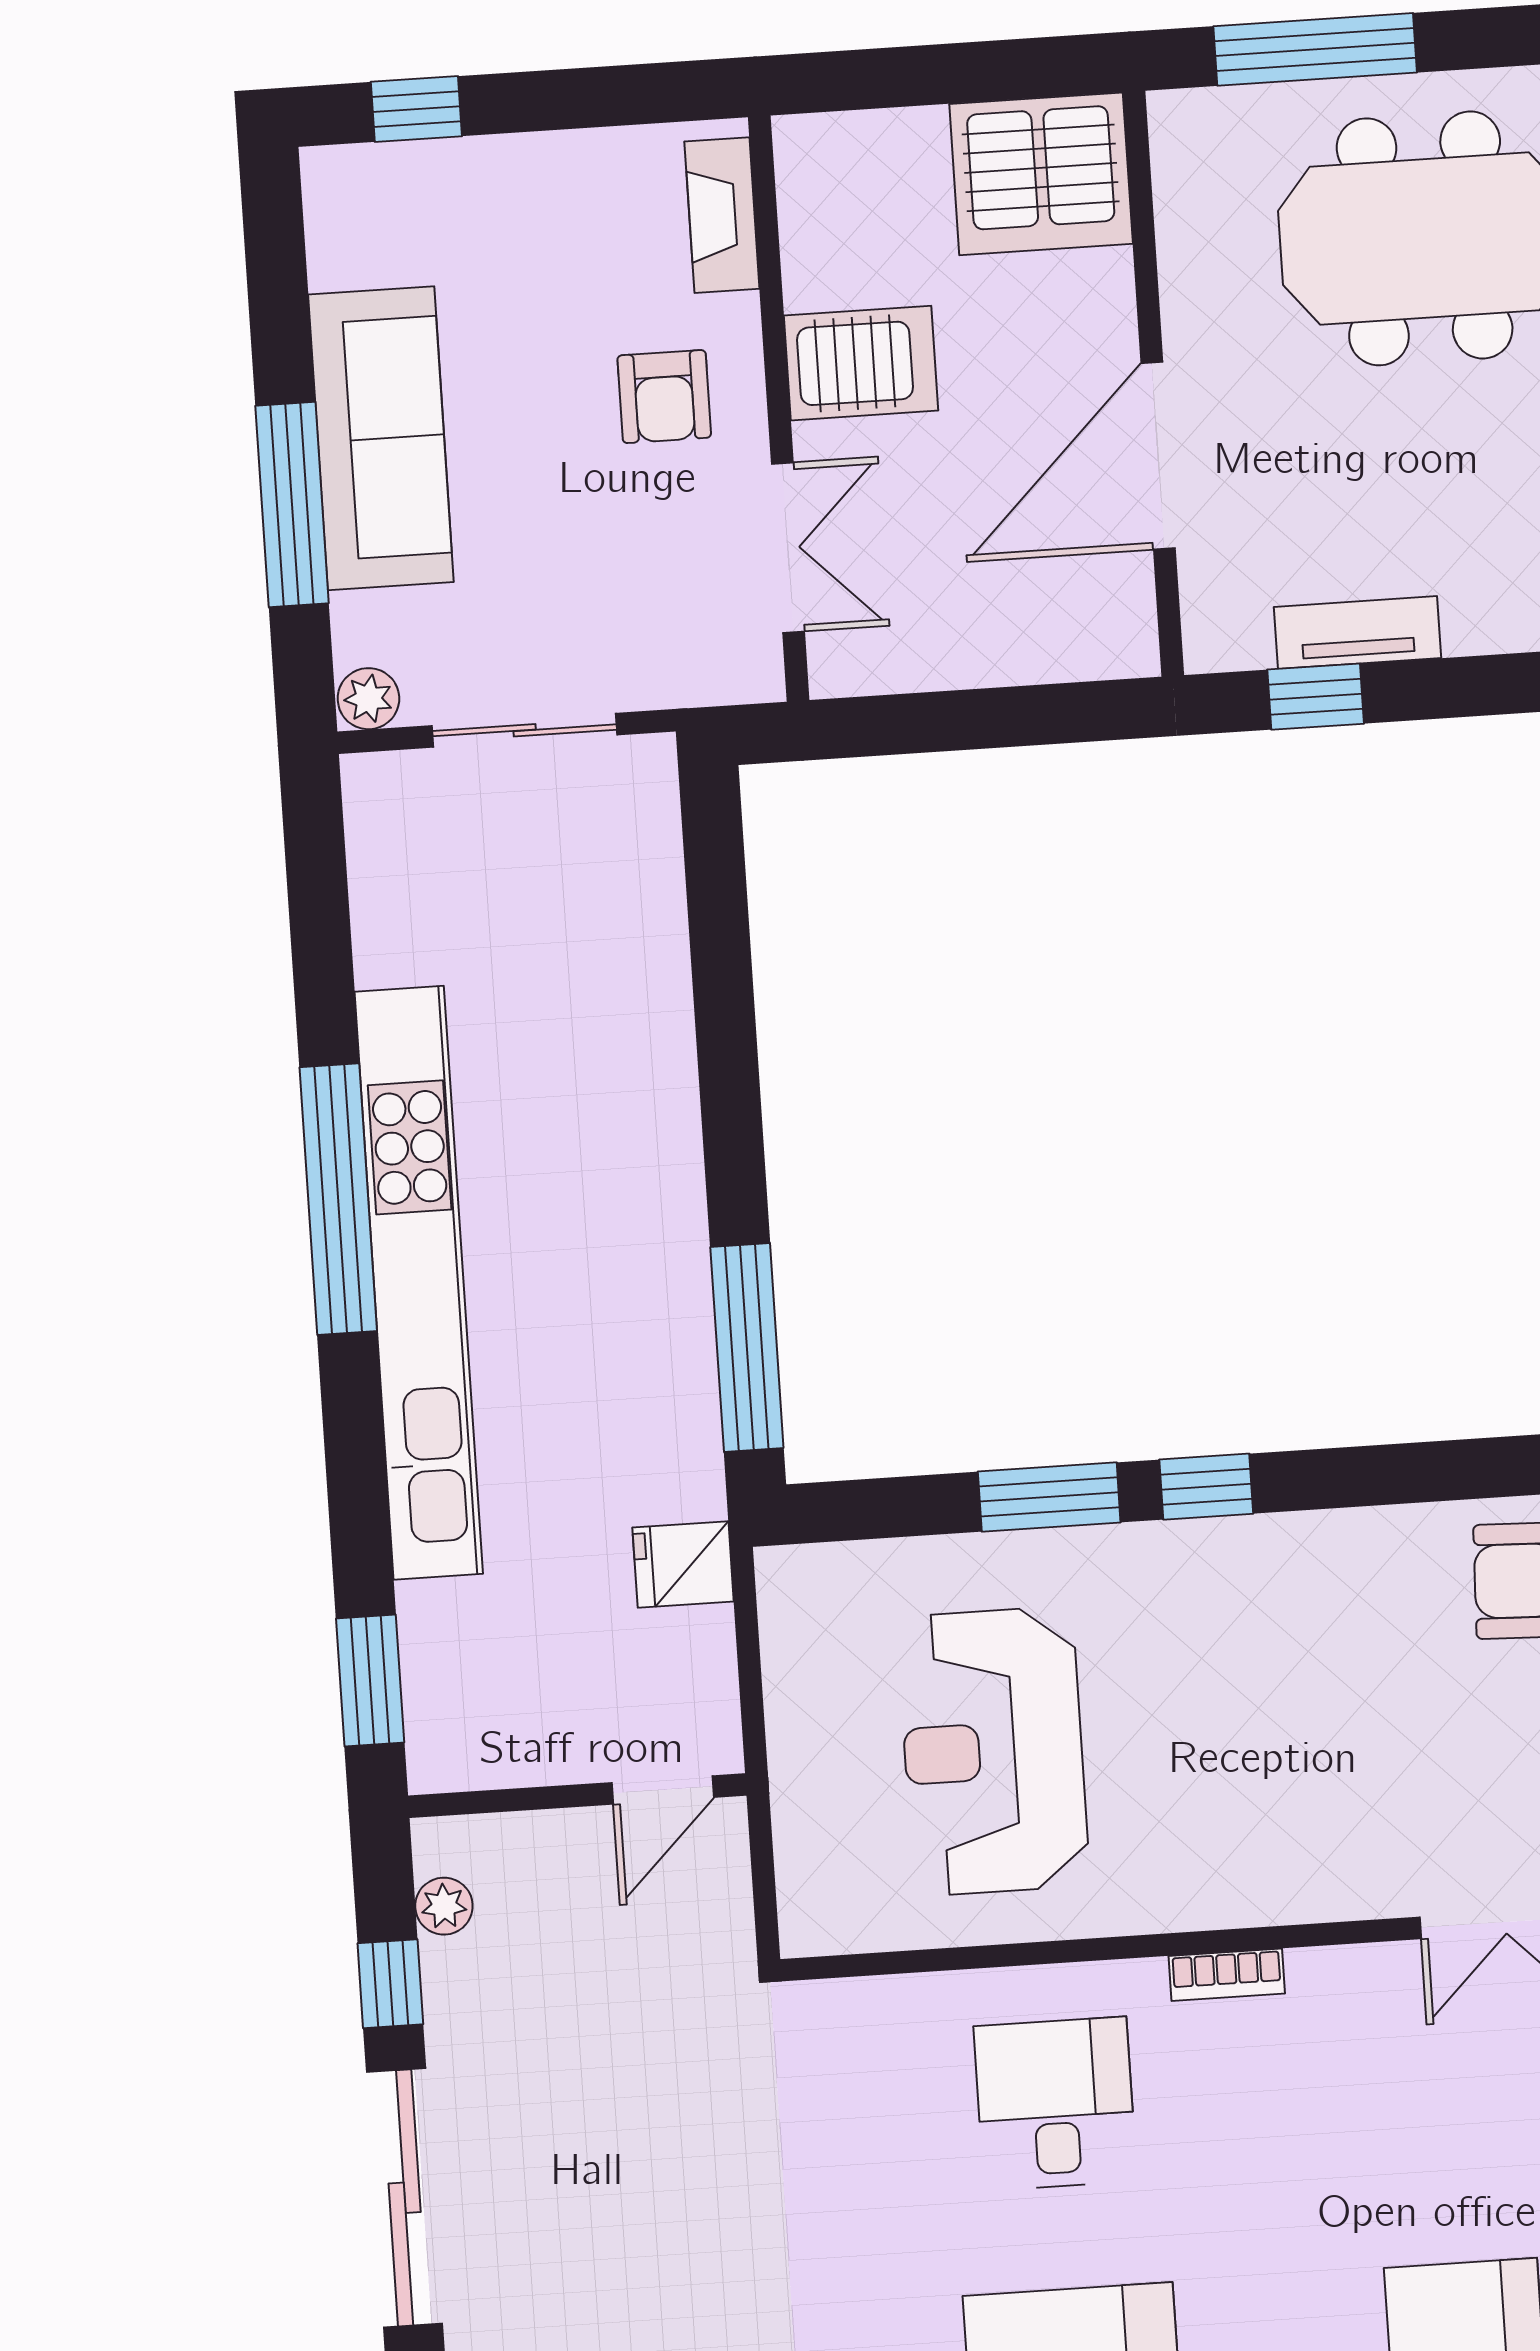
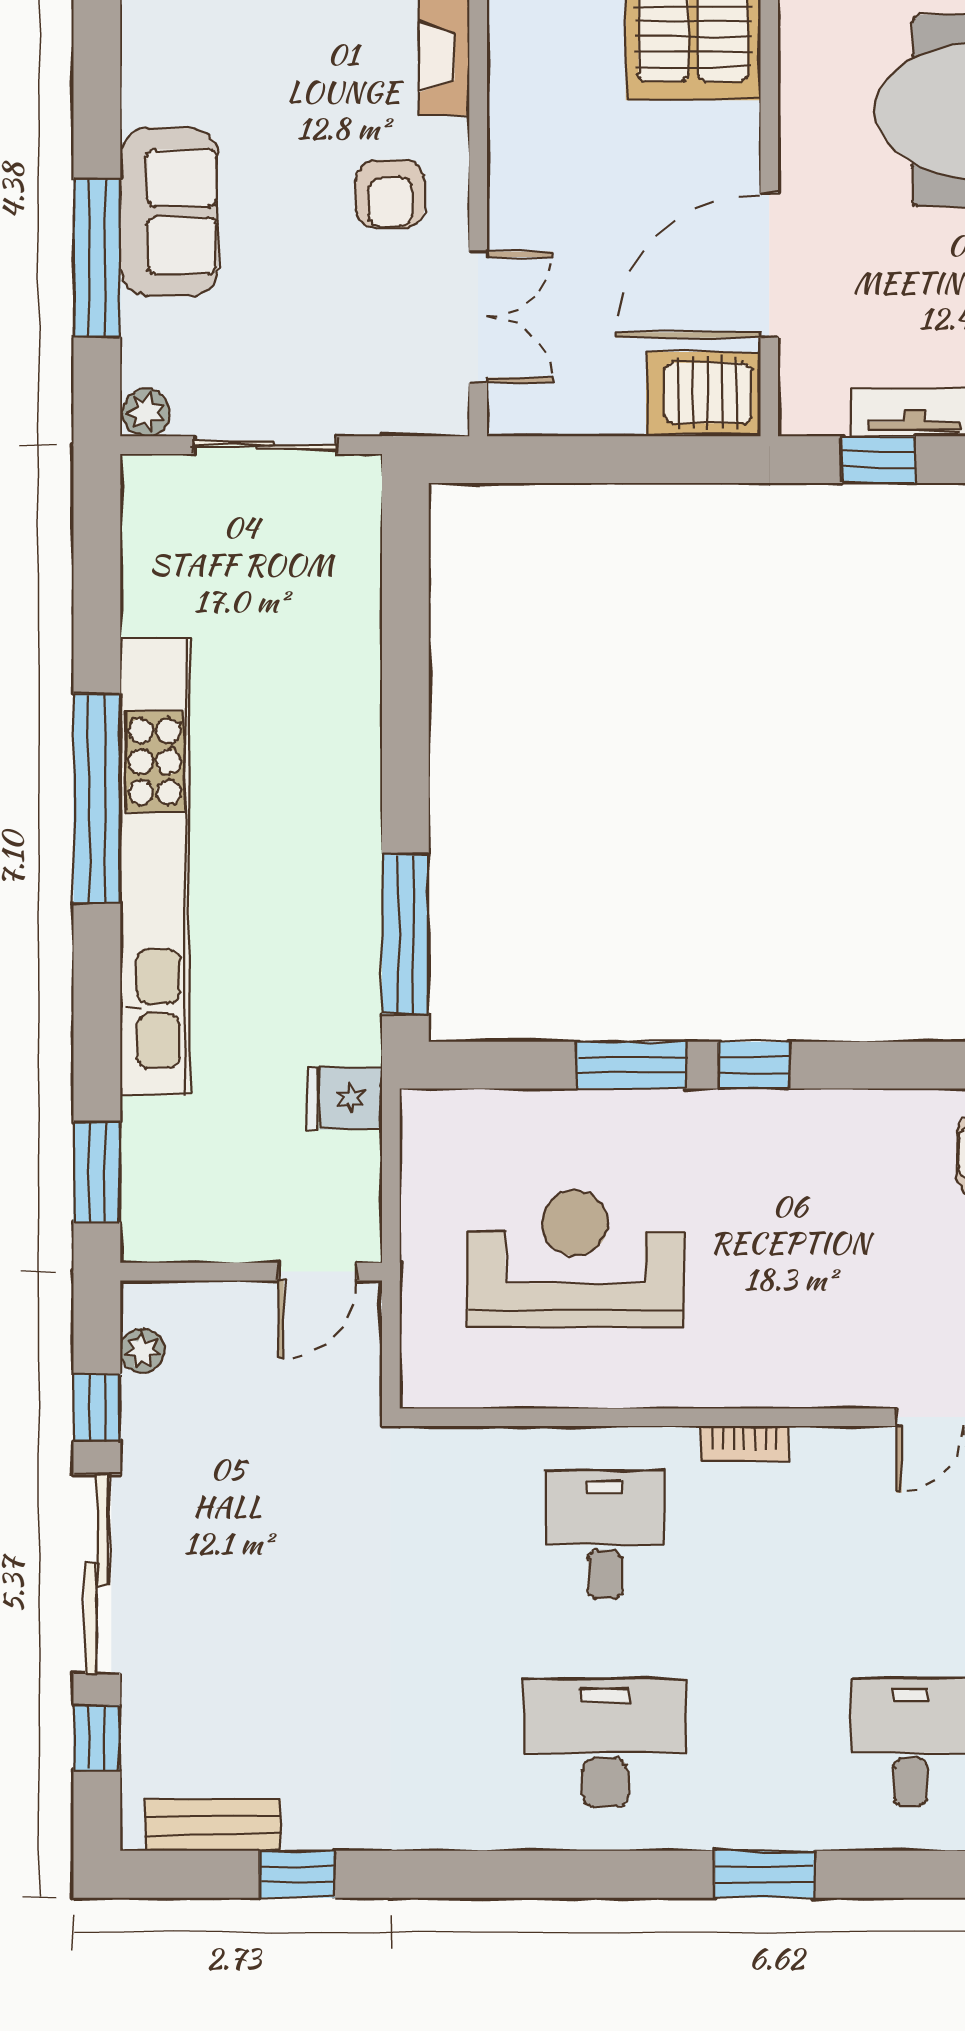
server rack: (861, 363) -> (703, 393), moved, turned 180
sofa: (381, 438) -> (169, 212), width x0.73
reception desk: (993, 1751) -> (575, 1259), turned 90

